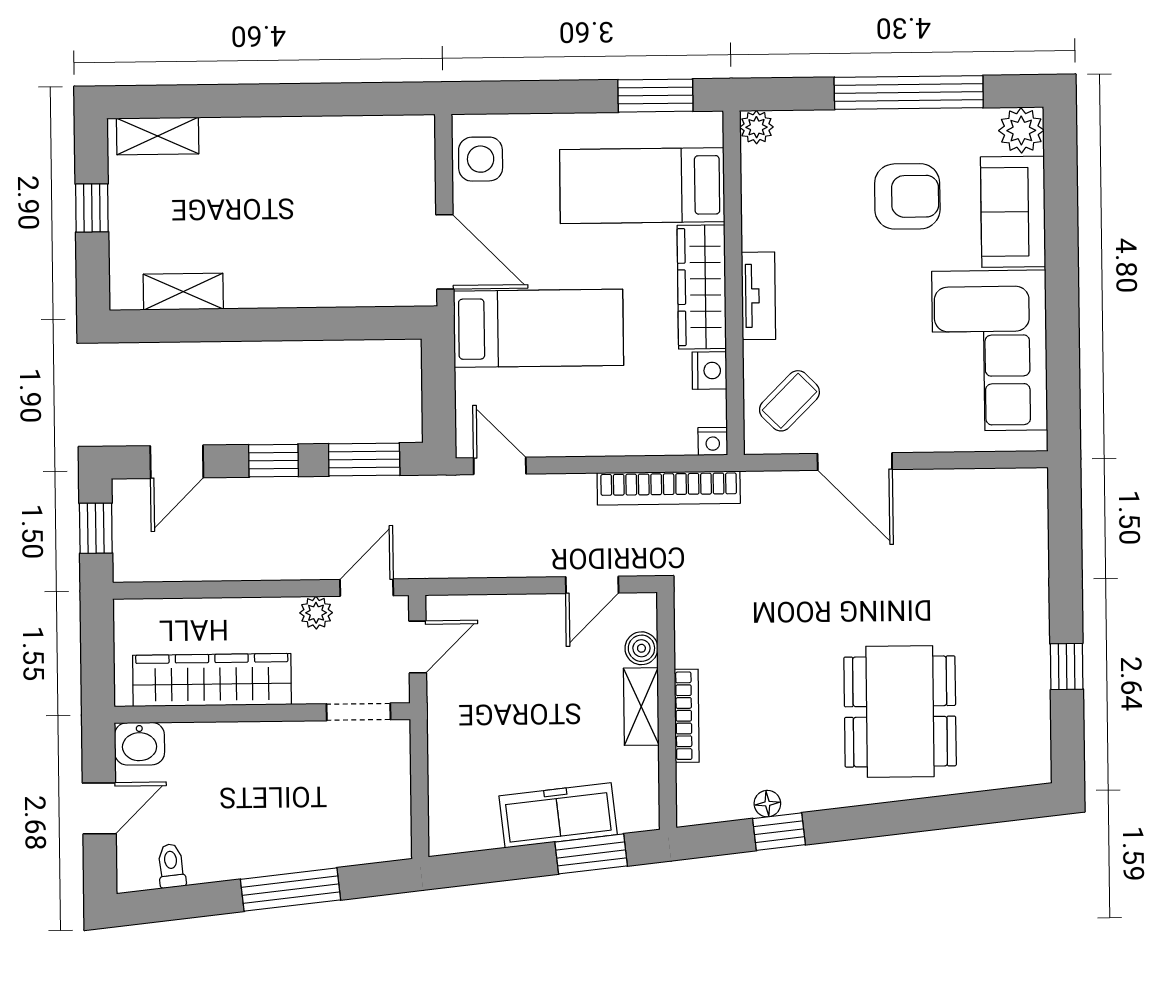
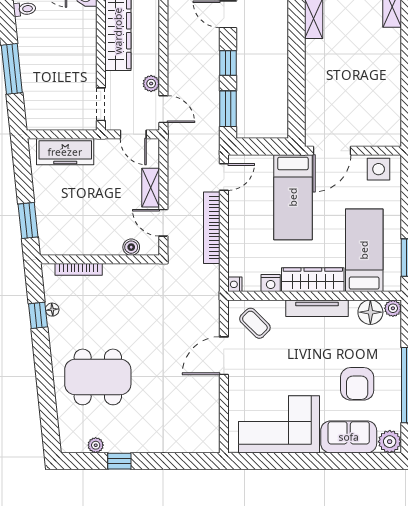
floor lamp: (765, 172) -> (370, 312), added
tv unit: (758, 296) -> (317, 308), width x1.41
bookcase: (669, 488) -> (212, 228), moved
shelving: (641, 707) -> (151, 188), moved, turned 90
plant: (1036, 714) -> (96, 445), added
bookcase: (687, 716) -> (79, 269), moved
freezer: (558, 815) -> (65, 152), moved, turned 96

